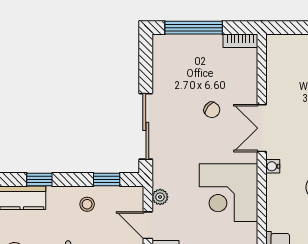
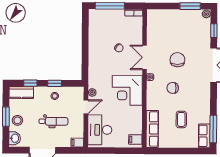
sliding door: (146, 126) -> (85, 56), removed
window: (107, 180) -> (55, 83), moved
door: (148, 225) -> (86, 107), swing flipped

